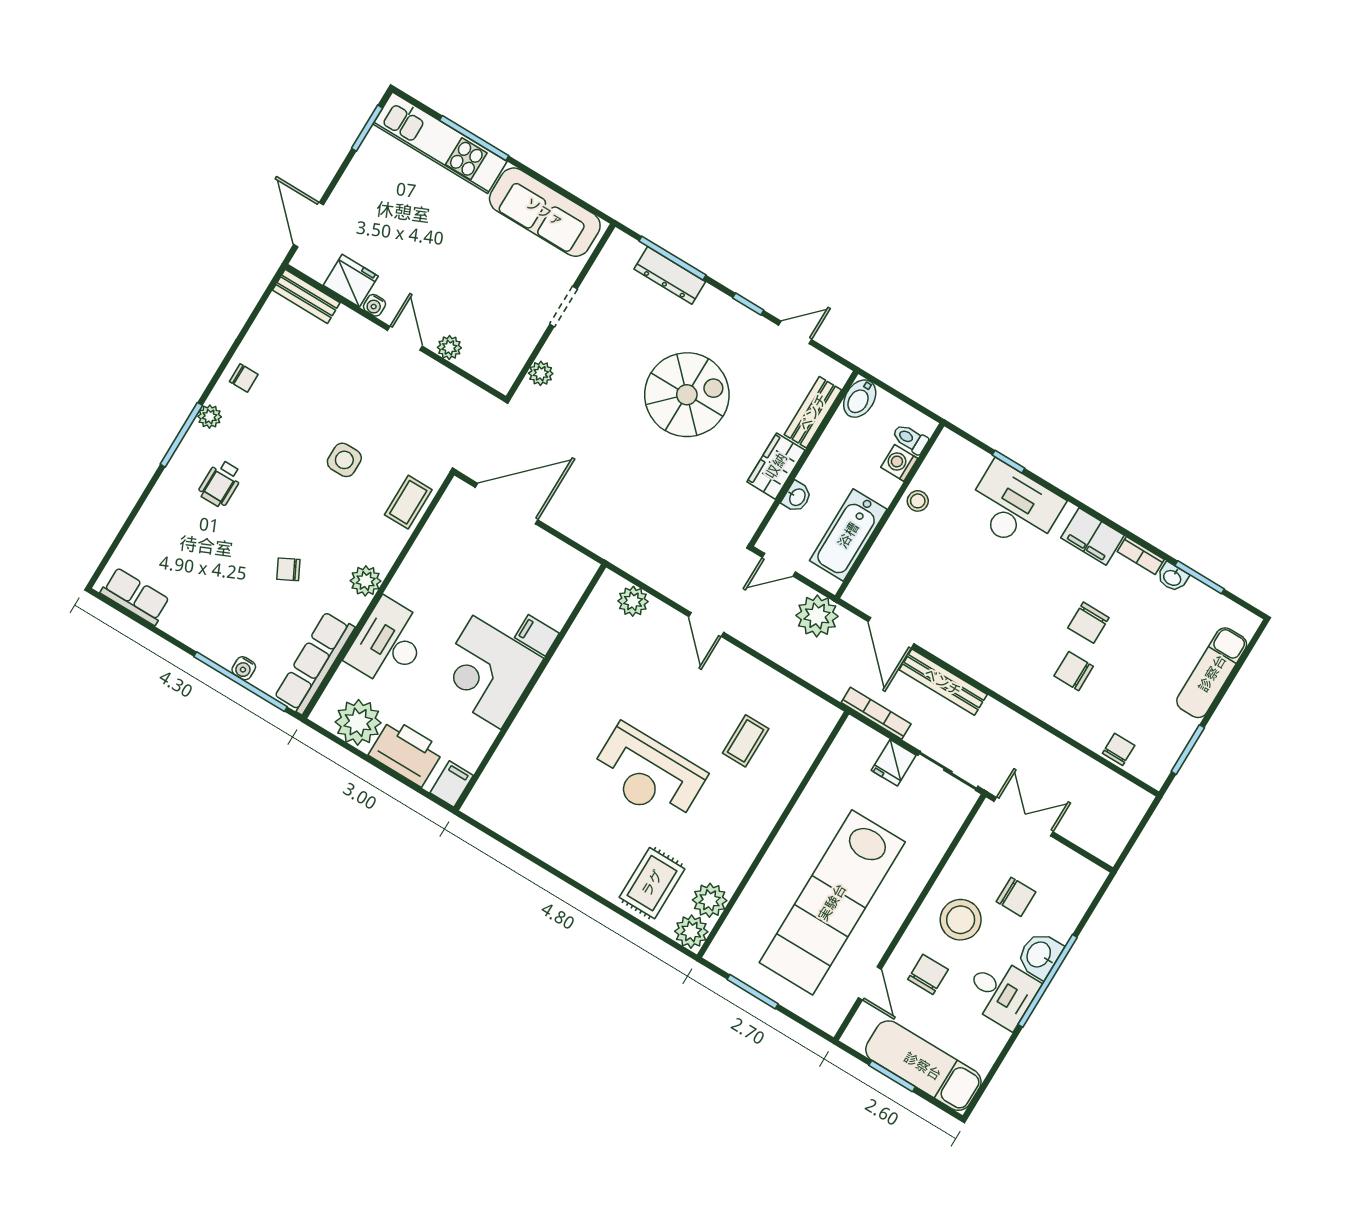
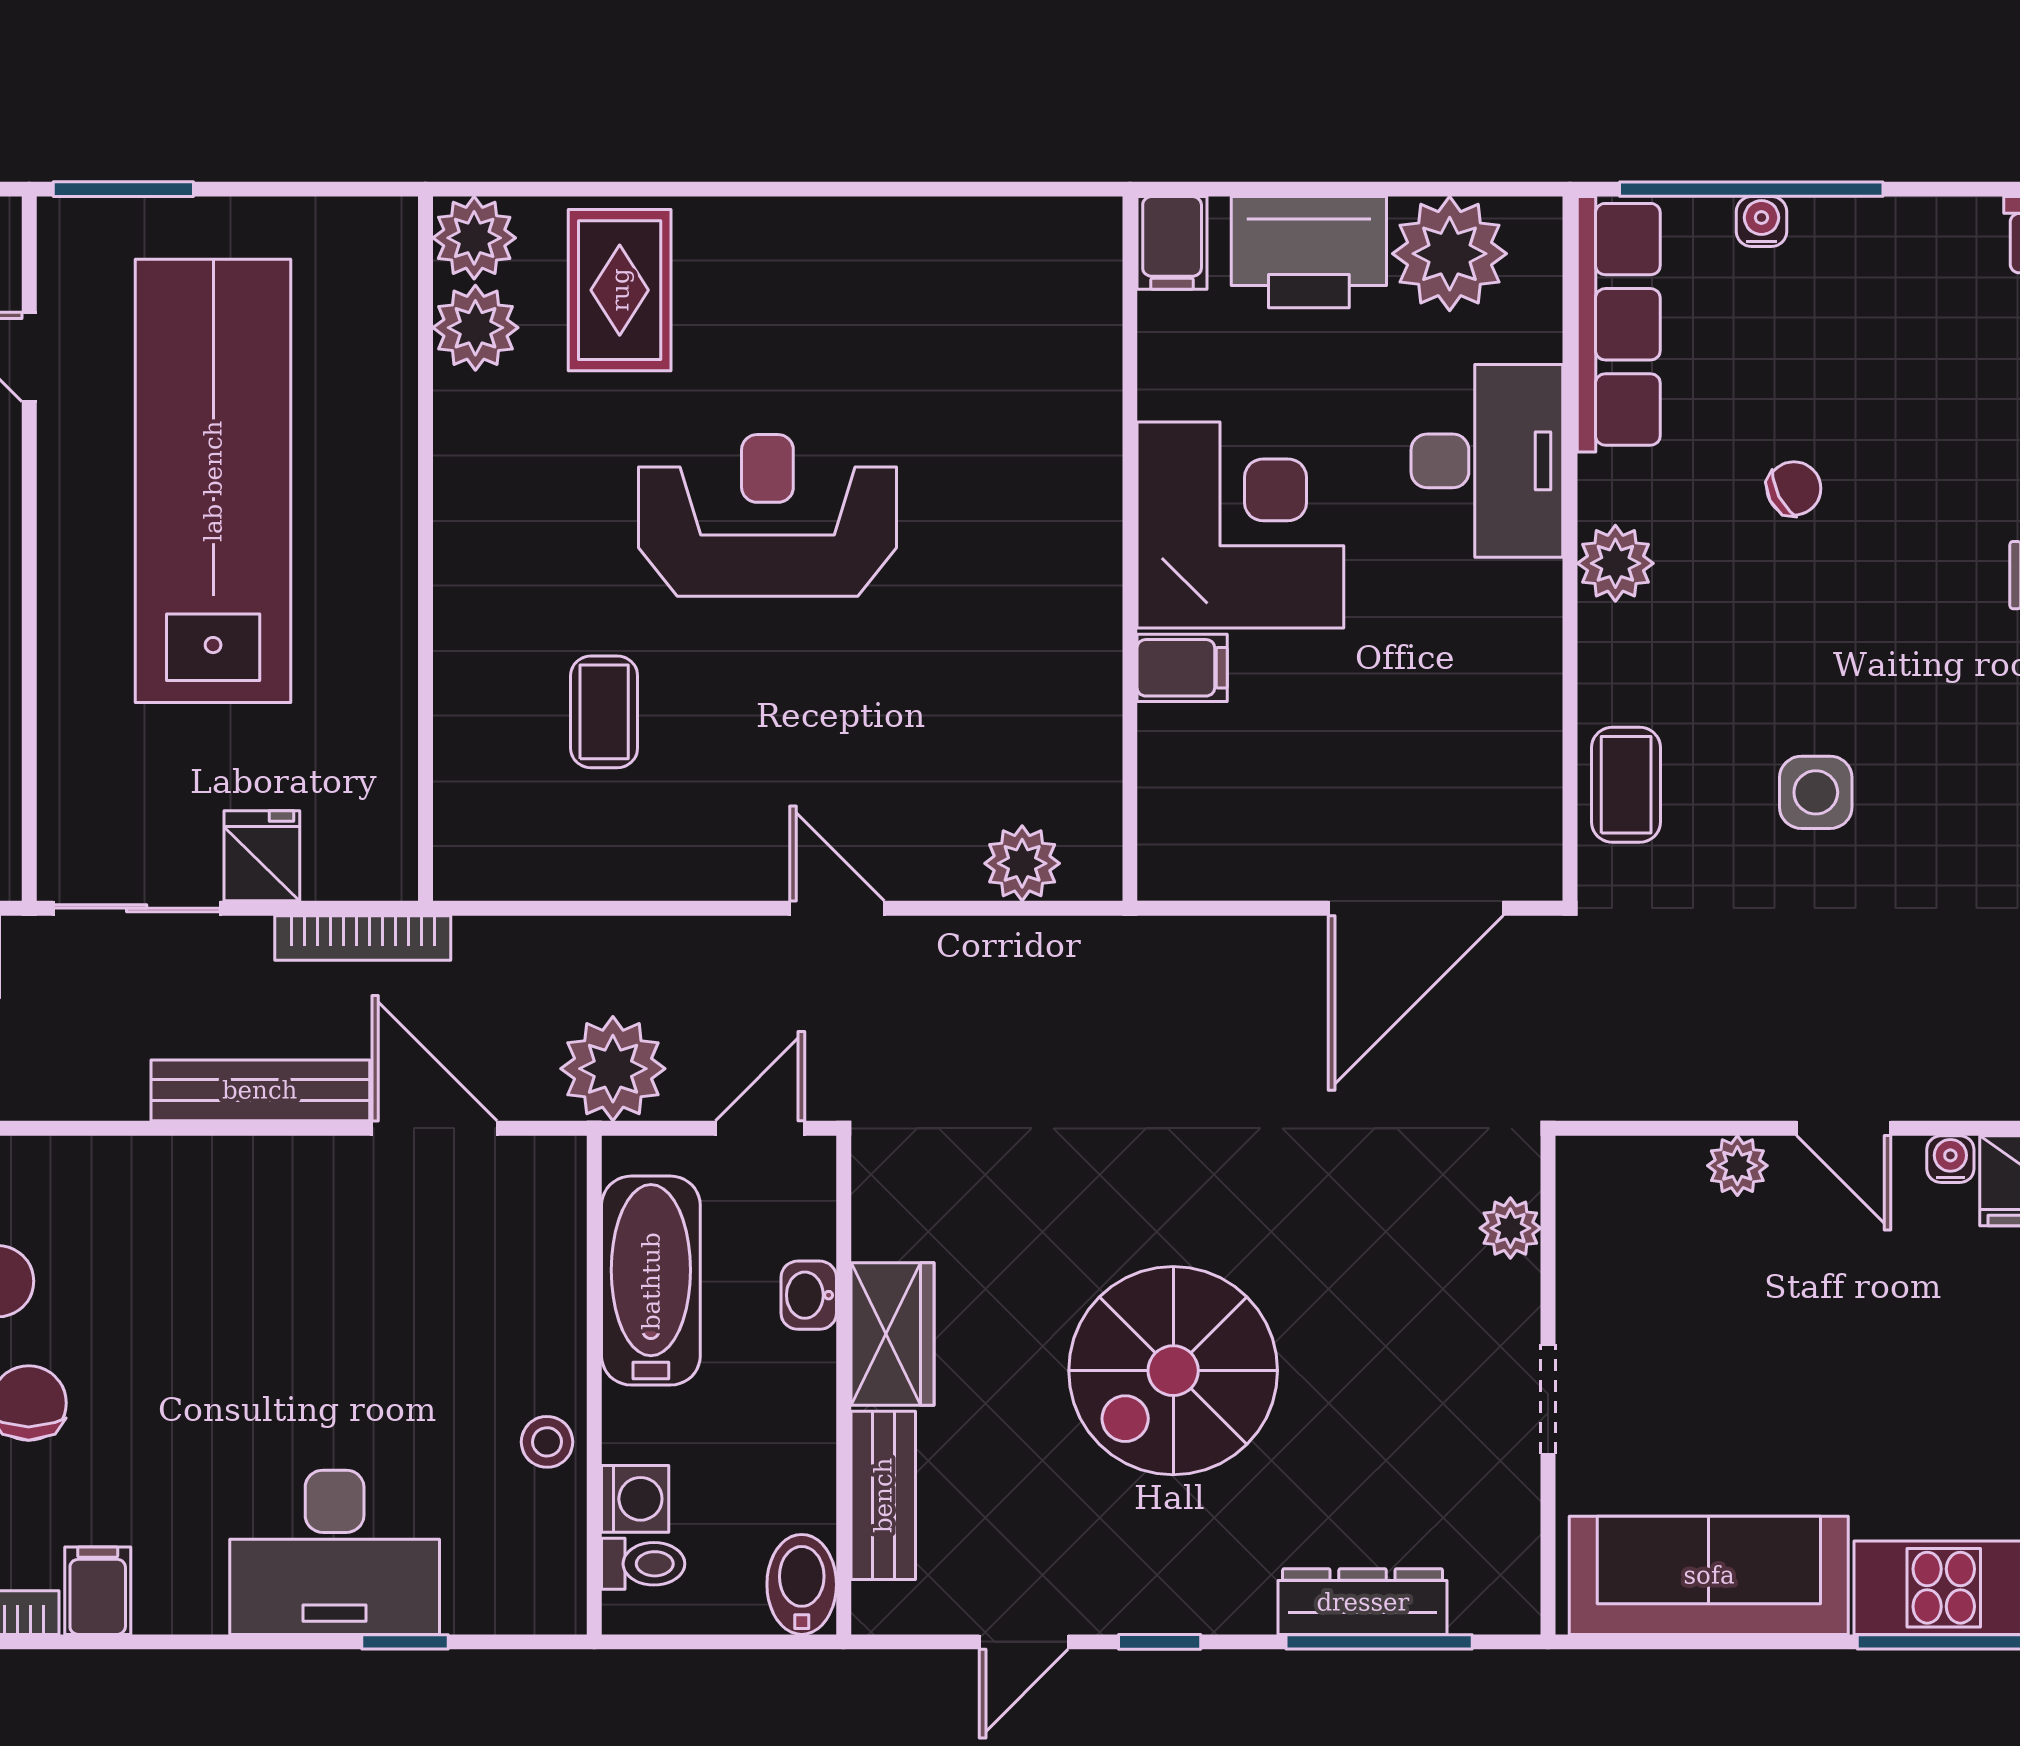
filing cabinet: (1093, 537) -> (98, 1591), width x0.50
window: (753, 992) -> (123, 189), moved

